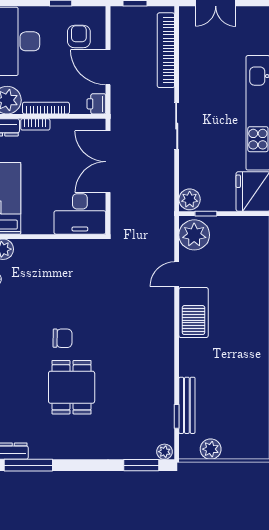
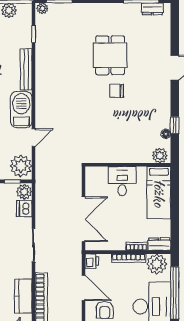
kitchen counter: (191, 56) -> (23, 296), added
dishwasher: (189, 176) -> (24, 209), added
desk: (80, 214) -> (122, 181), moved, width x0.73
bench: (187, 405) -> (26, 70), moved

